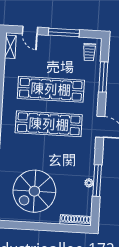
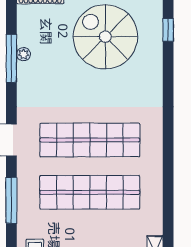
window: (103, 77) -> (11, 200), moved
spiral stairs: (34, 191) -> (105, 37), turned -90

